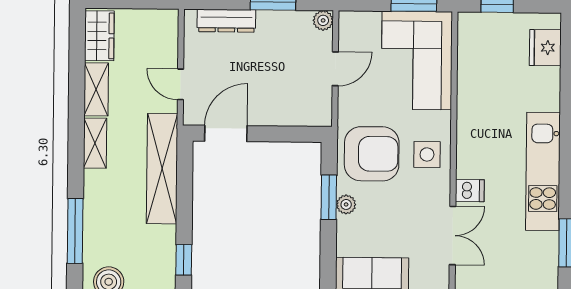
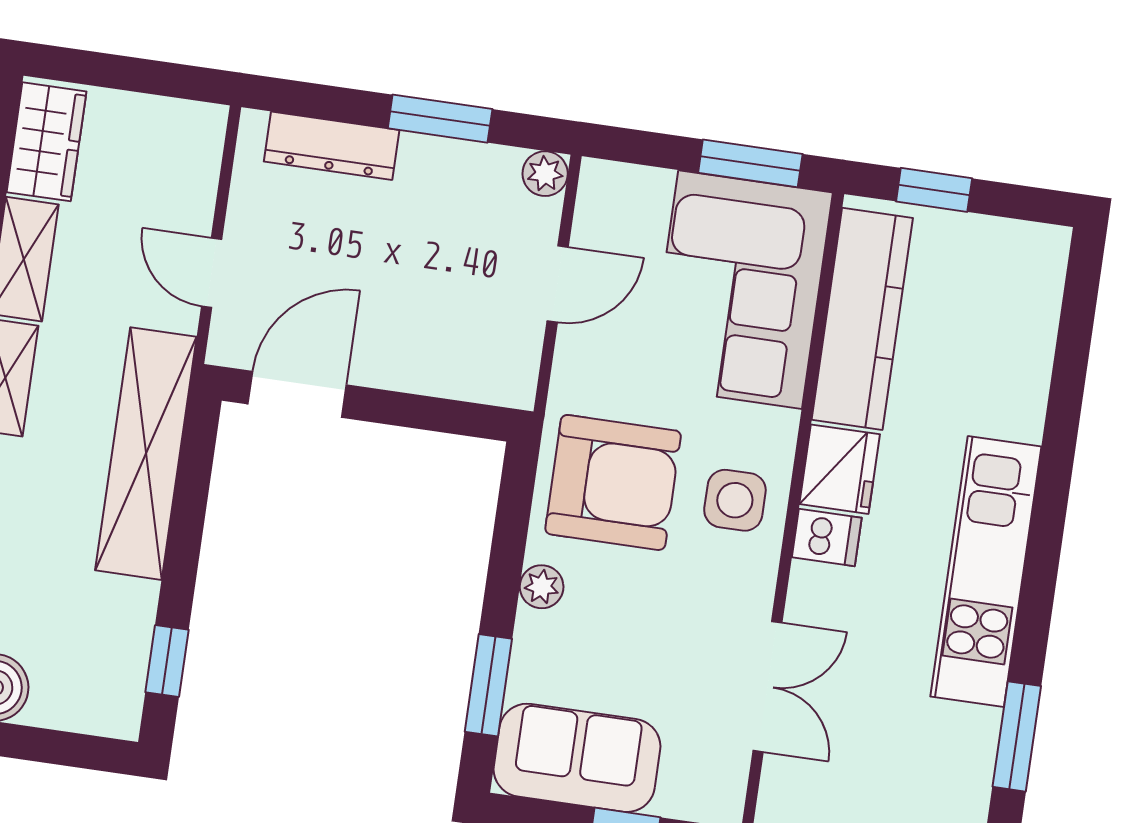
fridge: (545, 48) -> (840, 469), moved, turned 180
kitchen counter: (473, 66) -> (862, 319), added
dishwasher: (470, 191) -> (827, 538), moved
window: (329, 197) -> (488, 685), moved

